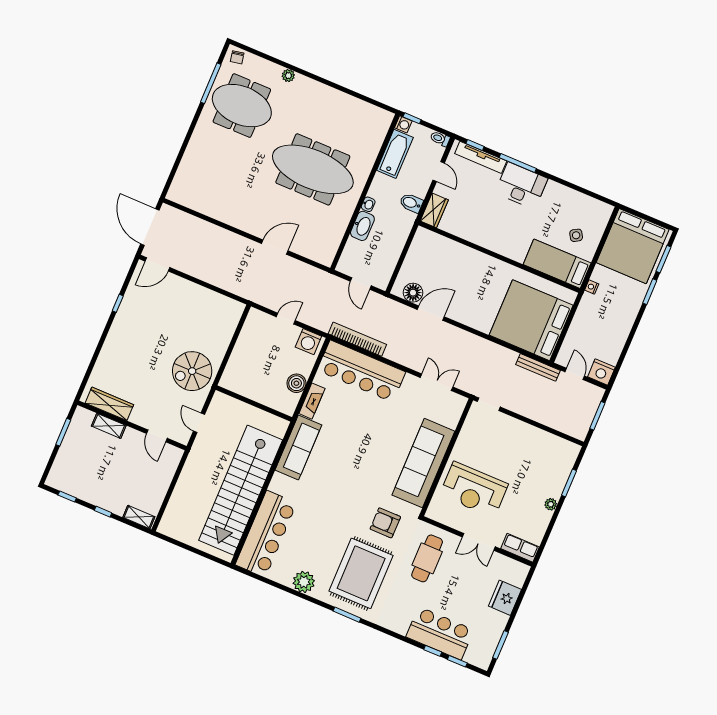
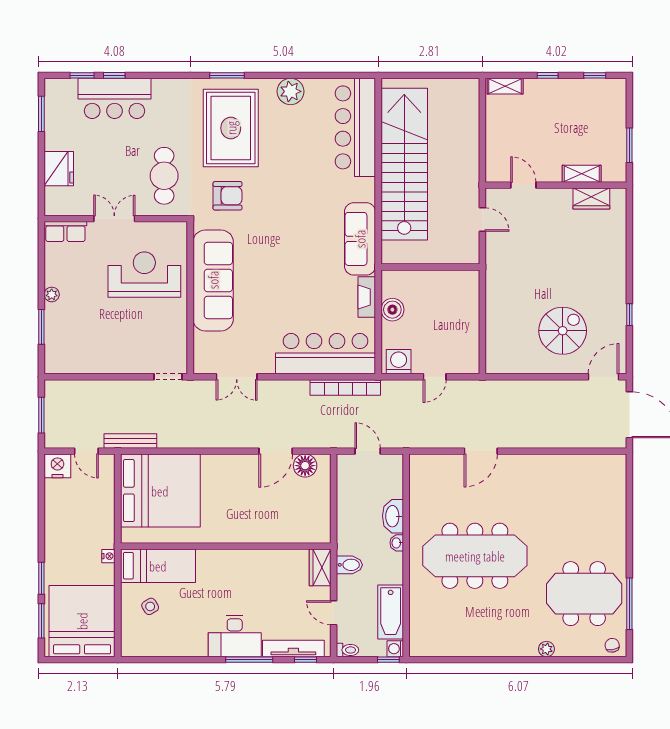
spiral stairs: (192, 371) -> (563, 331), moved
wardrobe: (109, 404) -> (591, 198), width x0.67

